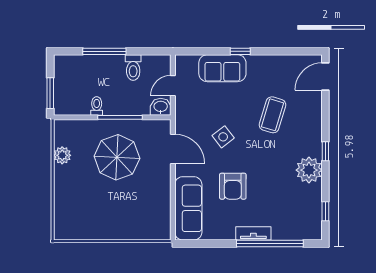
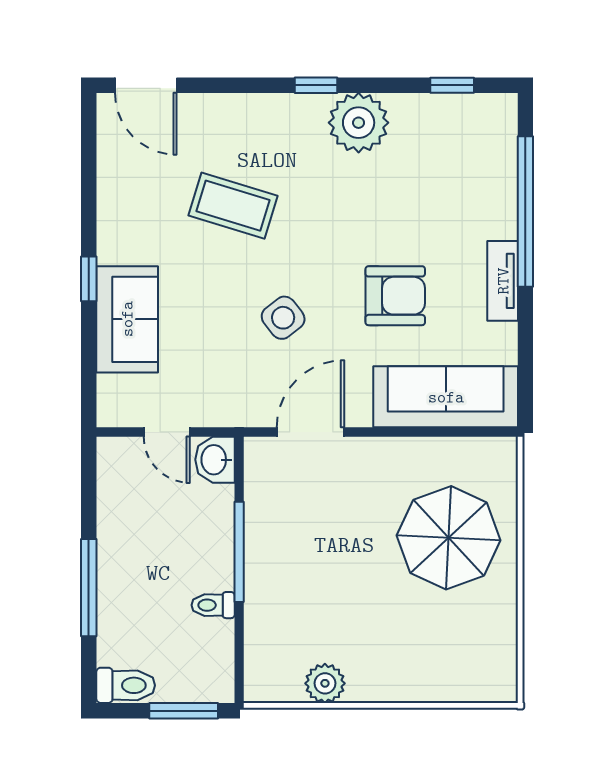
toilet: (133, 68) -> (126, 685), moved
parasol: (117, 157) -> (449, 538), moved
tv unit: (253, 233) -> (503, 281), moved

